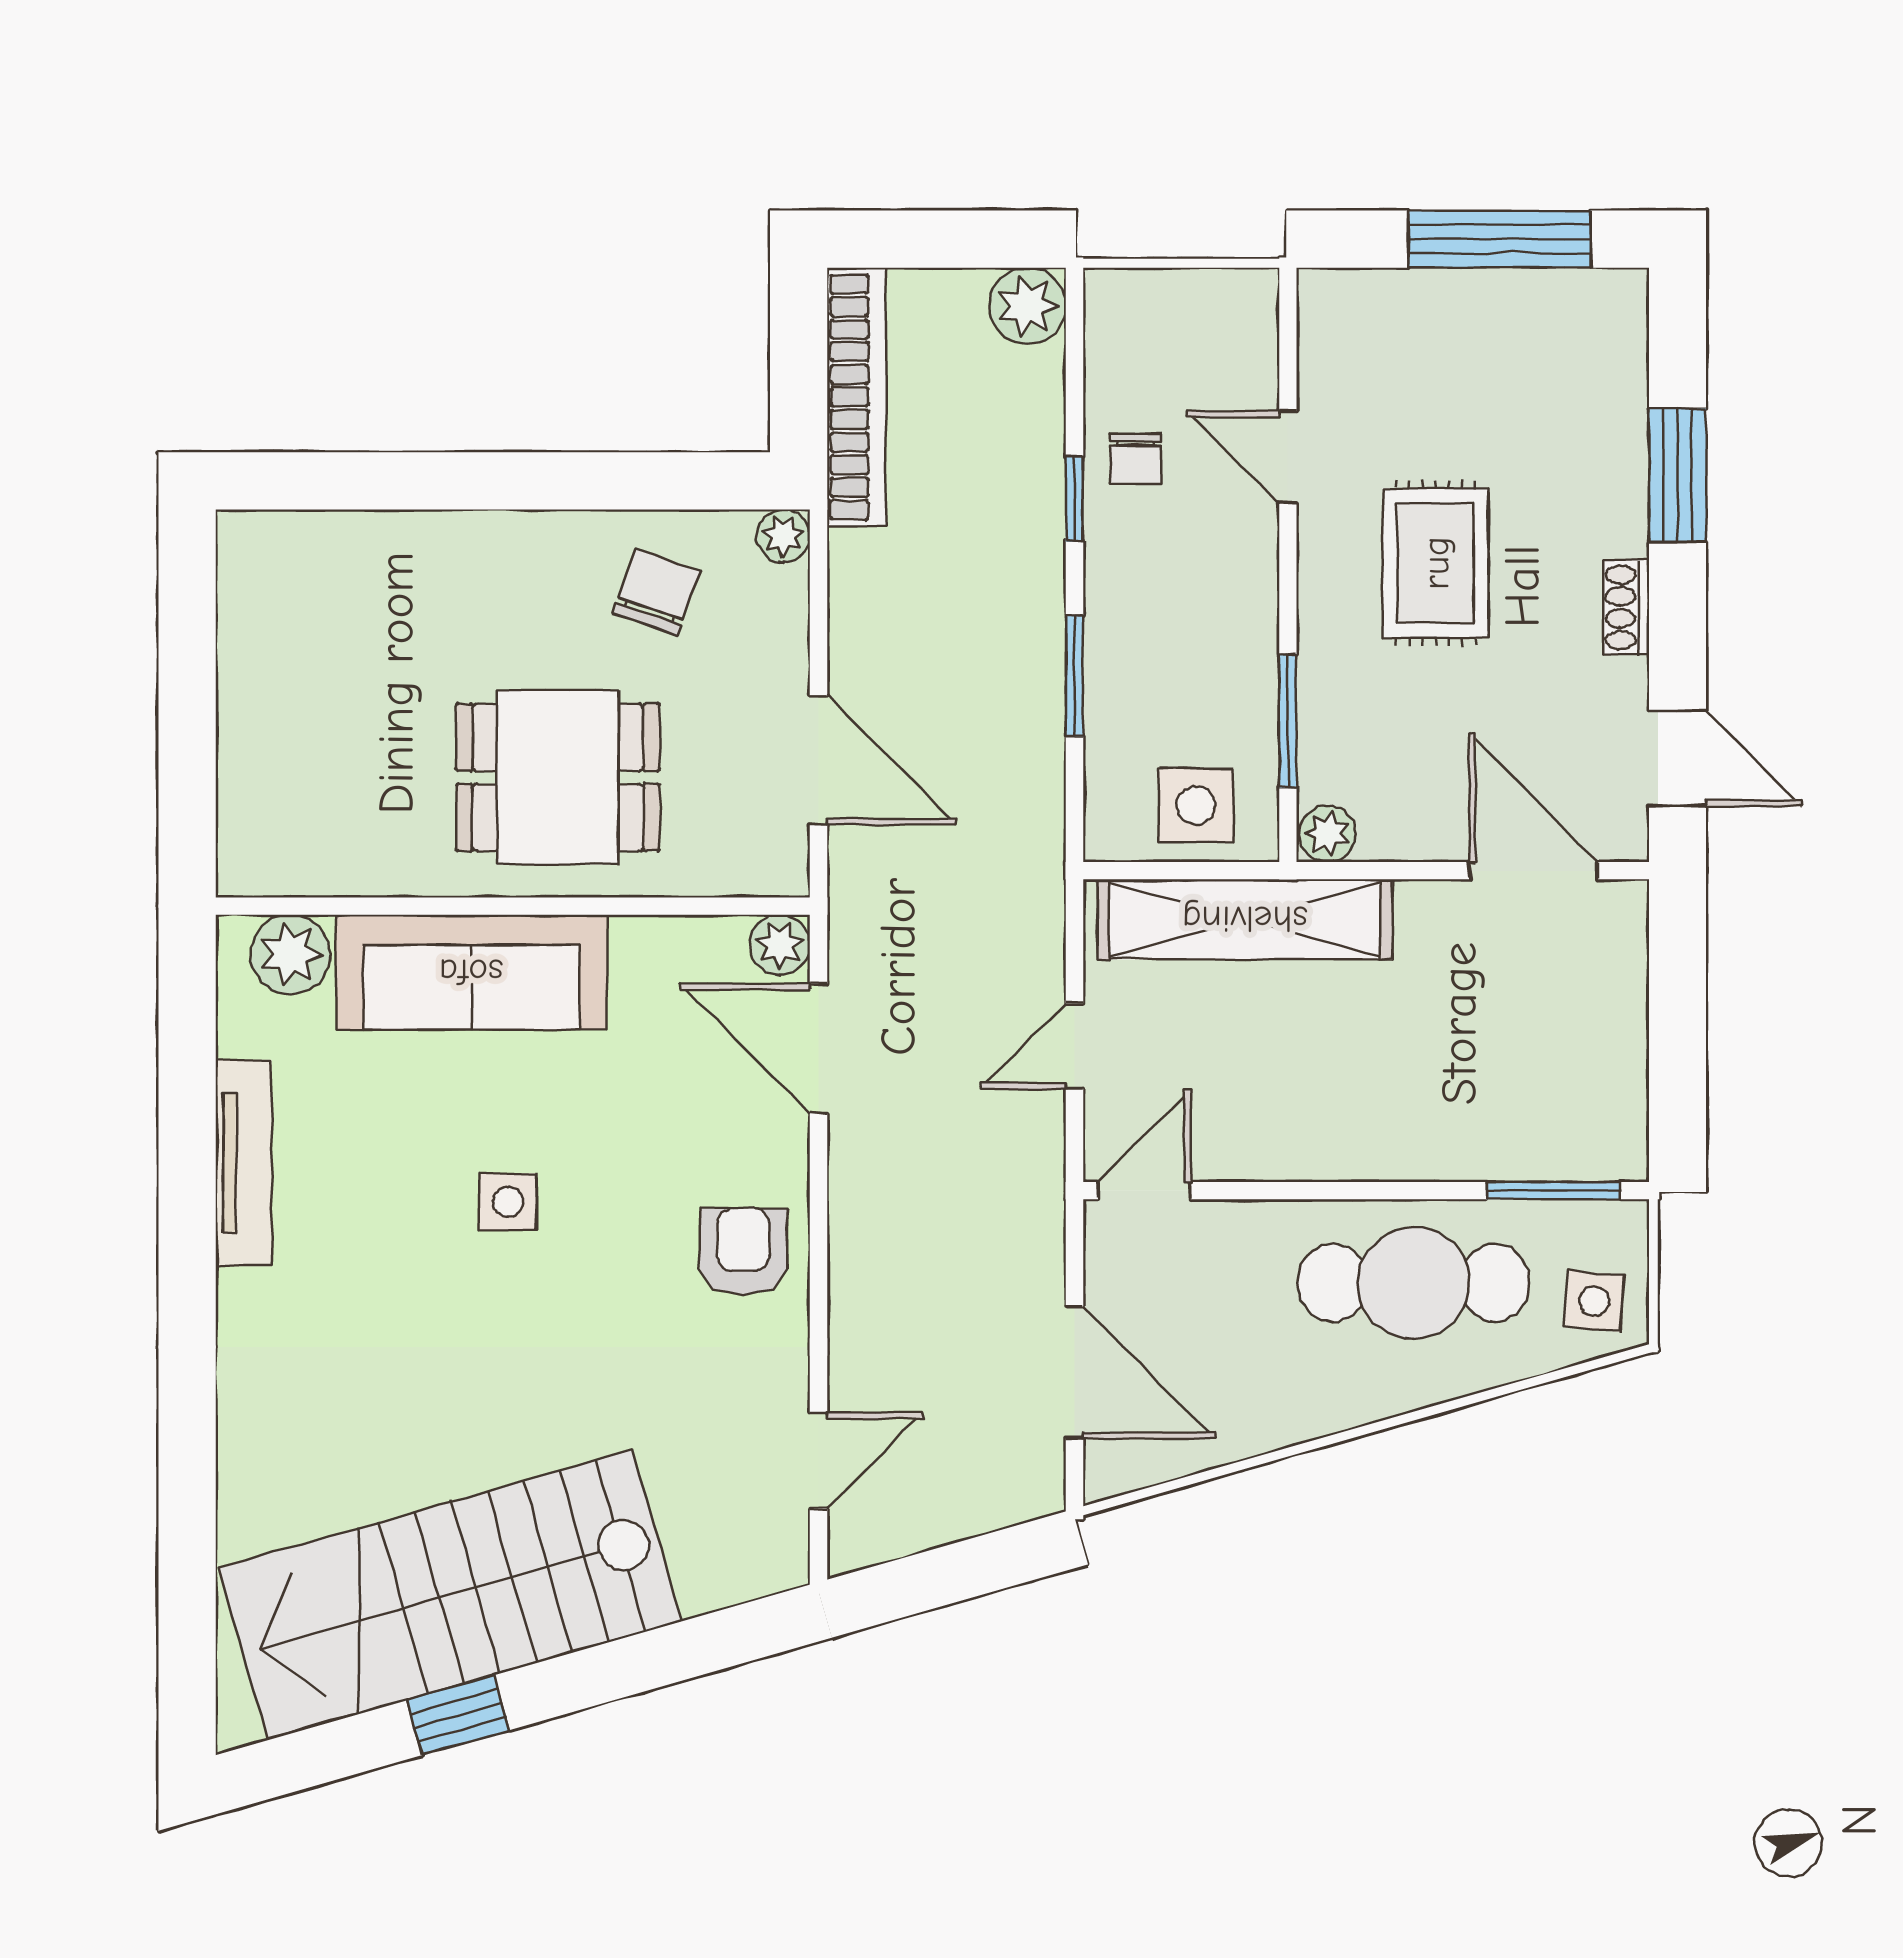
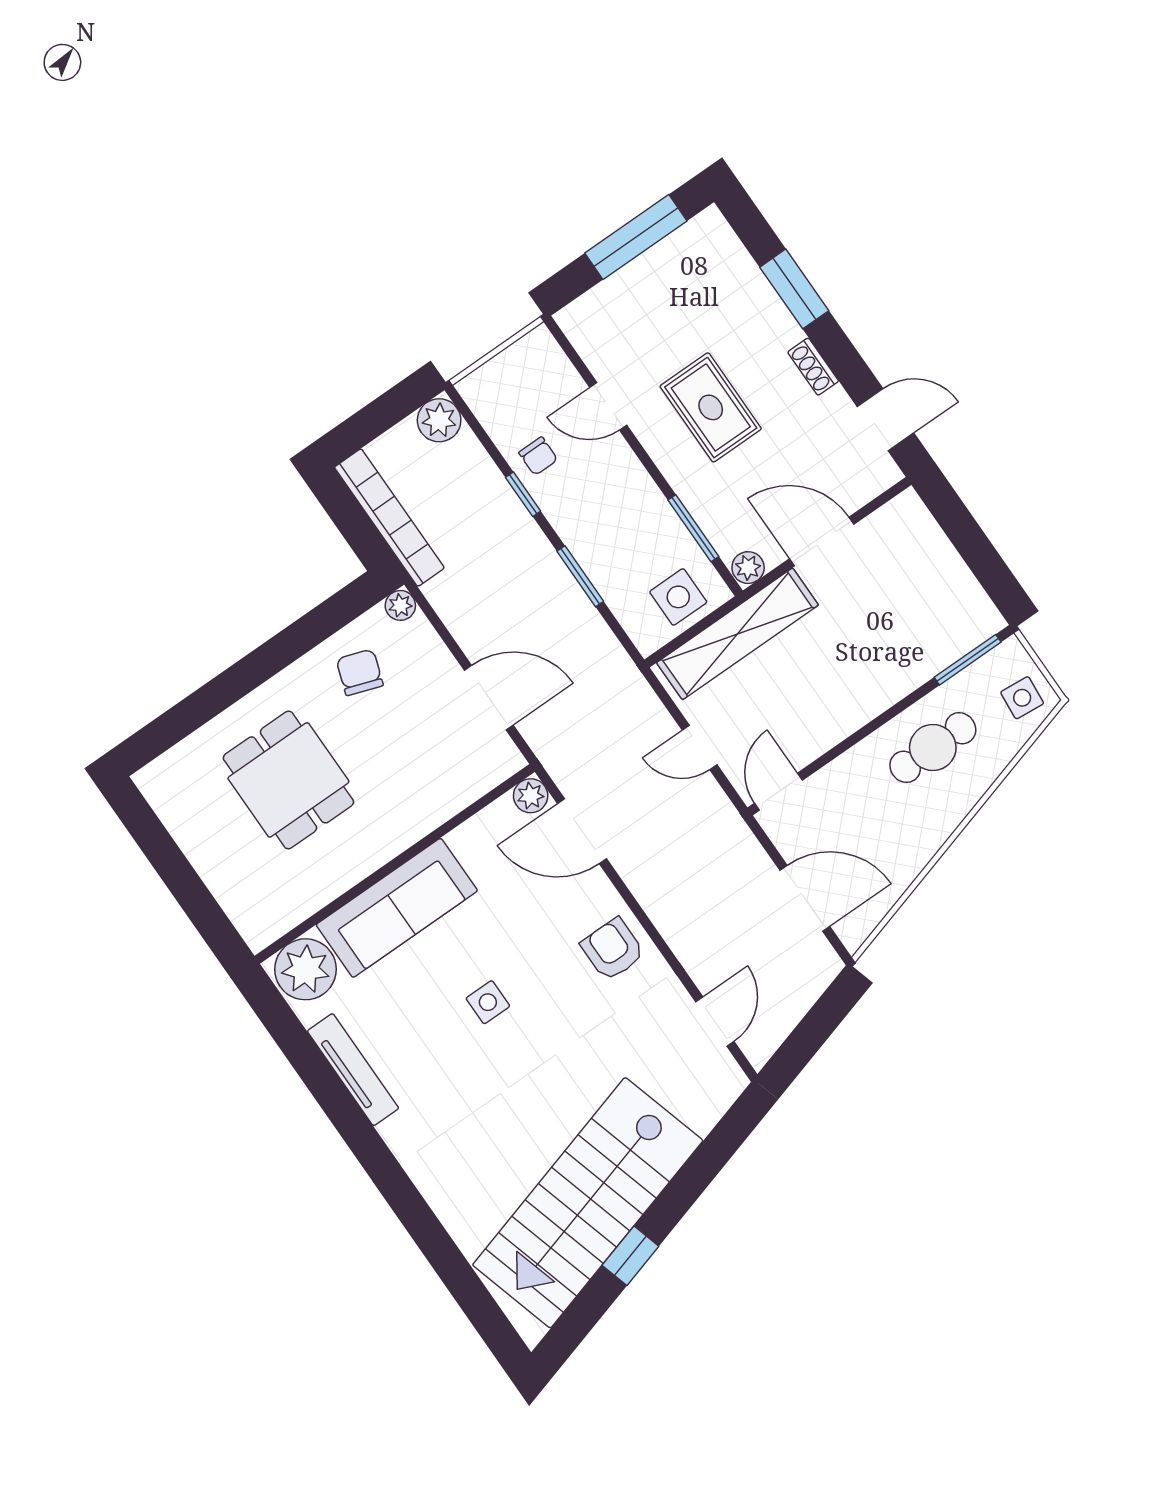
dining table: (558, 777) -> (288, 780), moved, turned 90
door: (1533, 871) -> (822, 542), moved
plant: (291, 954) -> (305, 969), width x1.36, depth x1.36
door: (1075, 1046) -> (700, 747), hinge flipped
cafe table: (1414, 1283) -> (933, 748), width x0.73, depth x0.74

